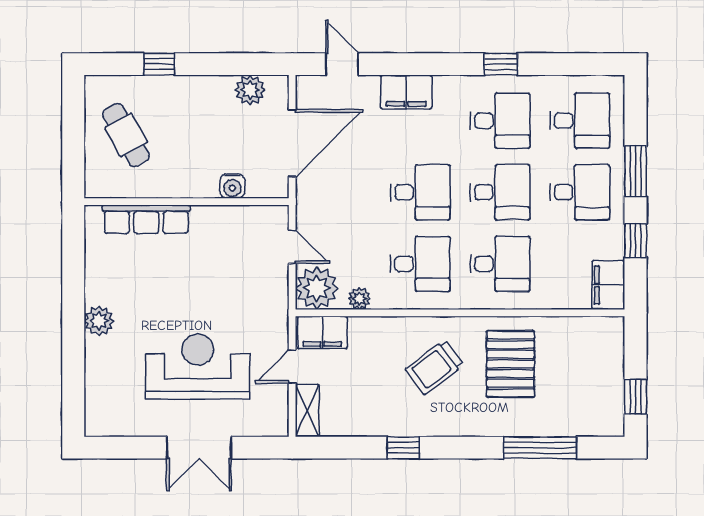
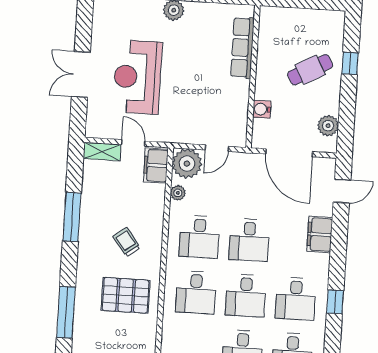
cafe table: (126, 135) -> (310, 70), moved
reception desk: (198, 367) -> (137, 77), turned 180
trolley: (434, 367) -> (127, 242), width x0.73, depth x0.72
window: (403, 448) -> (72, 217), width x2.17

